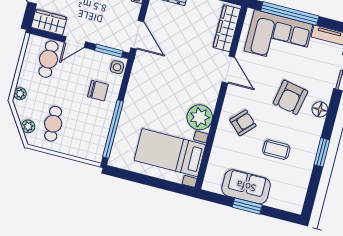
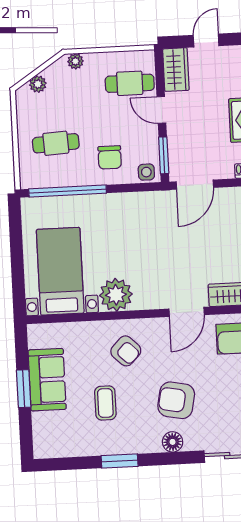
cafe table: (53, 124) -> (56, 143), moved

